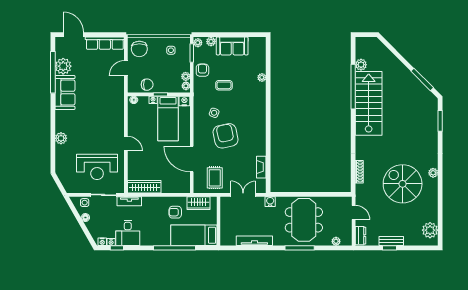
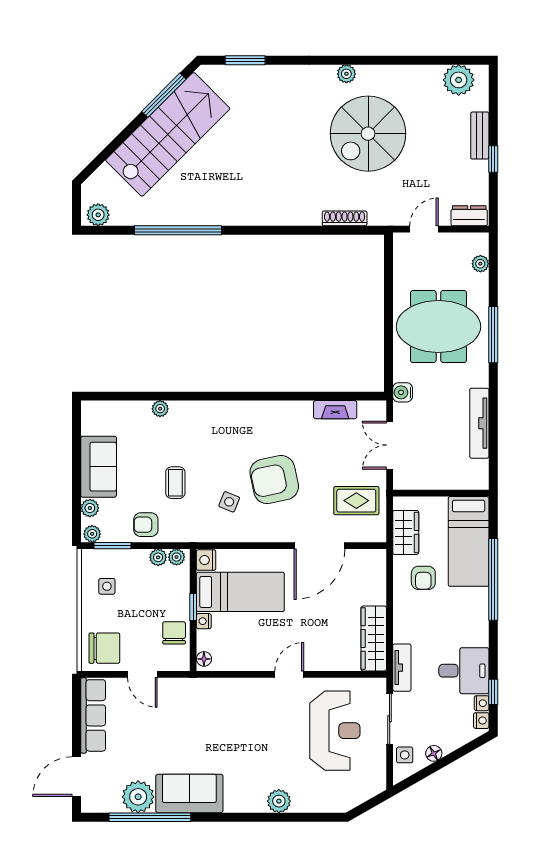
plant: (361, 65) -> (98, 215), moved
stairs: (369, 103) -> (168, 134), moved, turned 135
bench: (391, 241) -> (480, 136), moved

